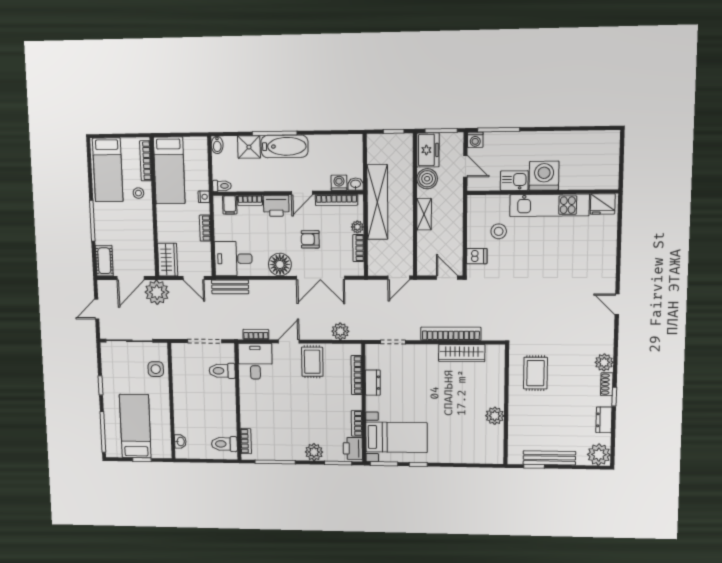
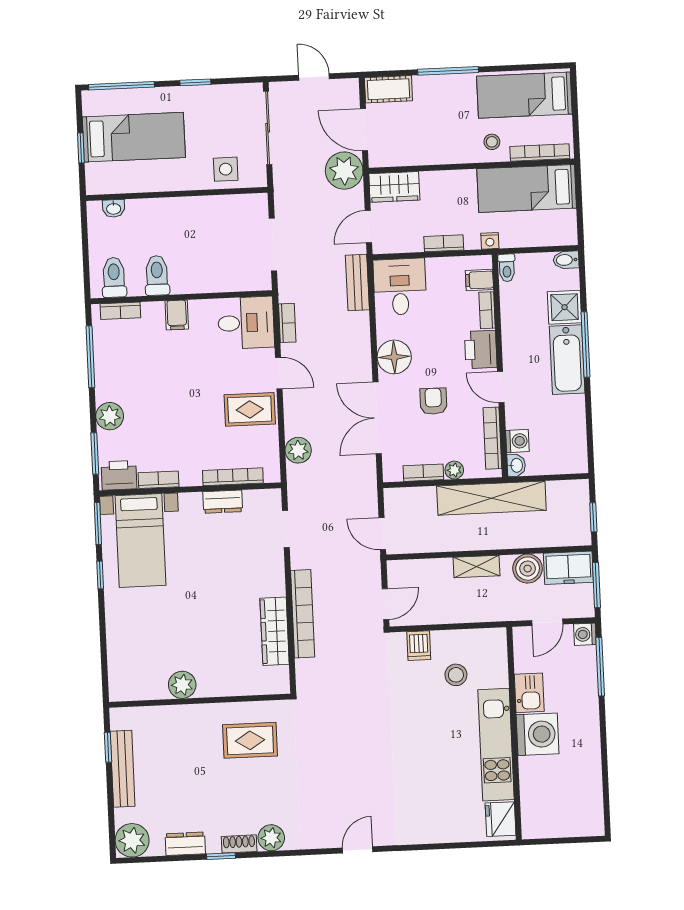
toilet: (222, 371) -> (157, 275), moved
filing cabinet: (249, 406) -> (177, 315), added

